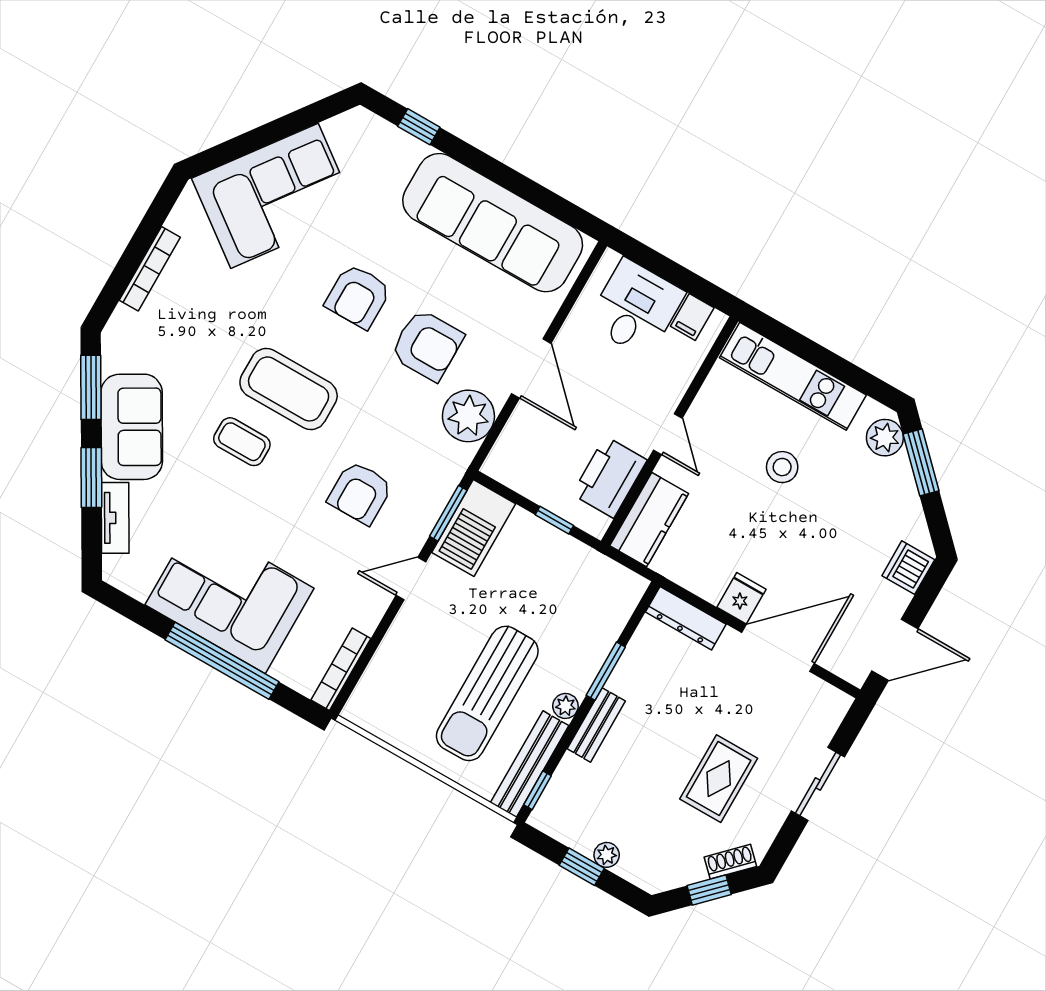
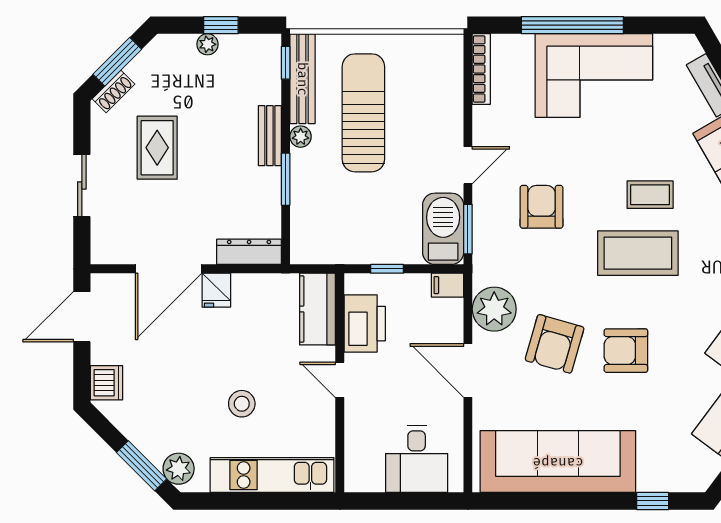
armchair: (358, 296) -> (626, 351), turned -90
filing cabinet: (692, 317) -> (448, 285), moved, turned -90
armchair: (427, 345) -> (555, 344), turned -74
window: (709, 890) -> (117, 62), width x1.50

